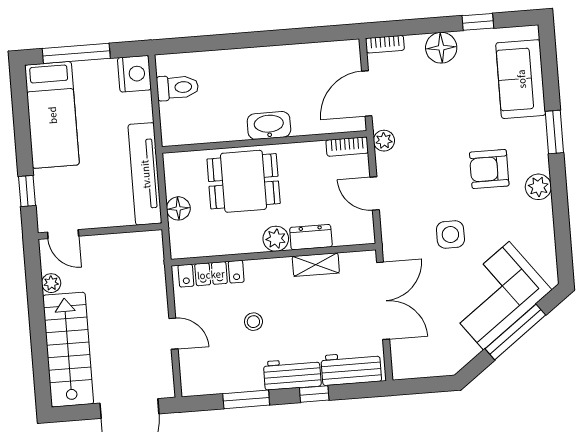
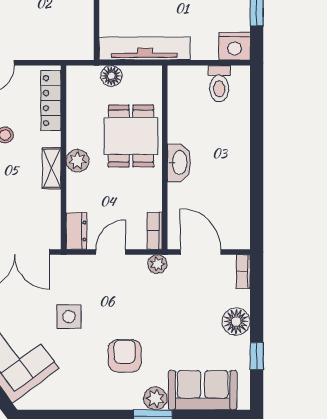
plant: (538, 187) -> (155, 398), moved
dresser: (311, 237) -> (76, 231), moved
shelving: (316, 265) -> (52, 168), moved

